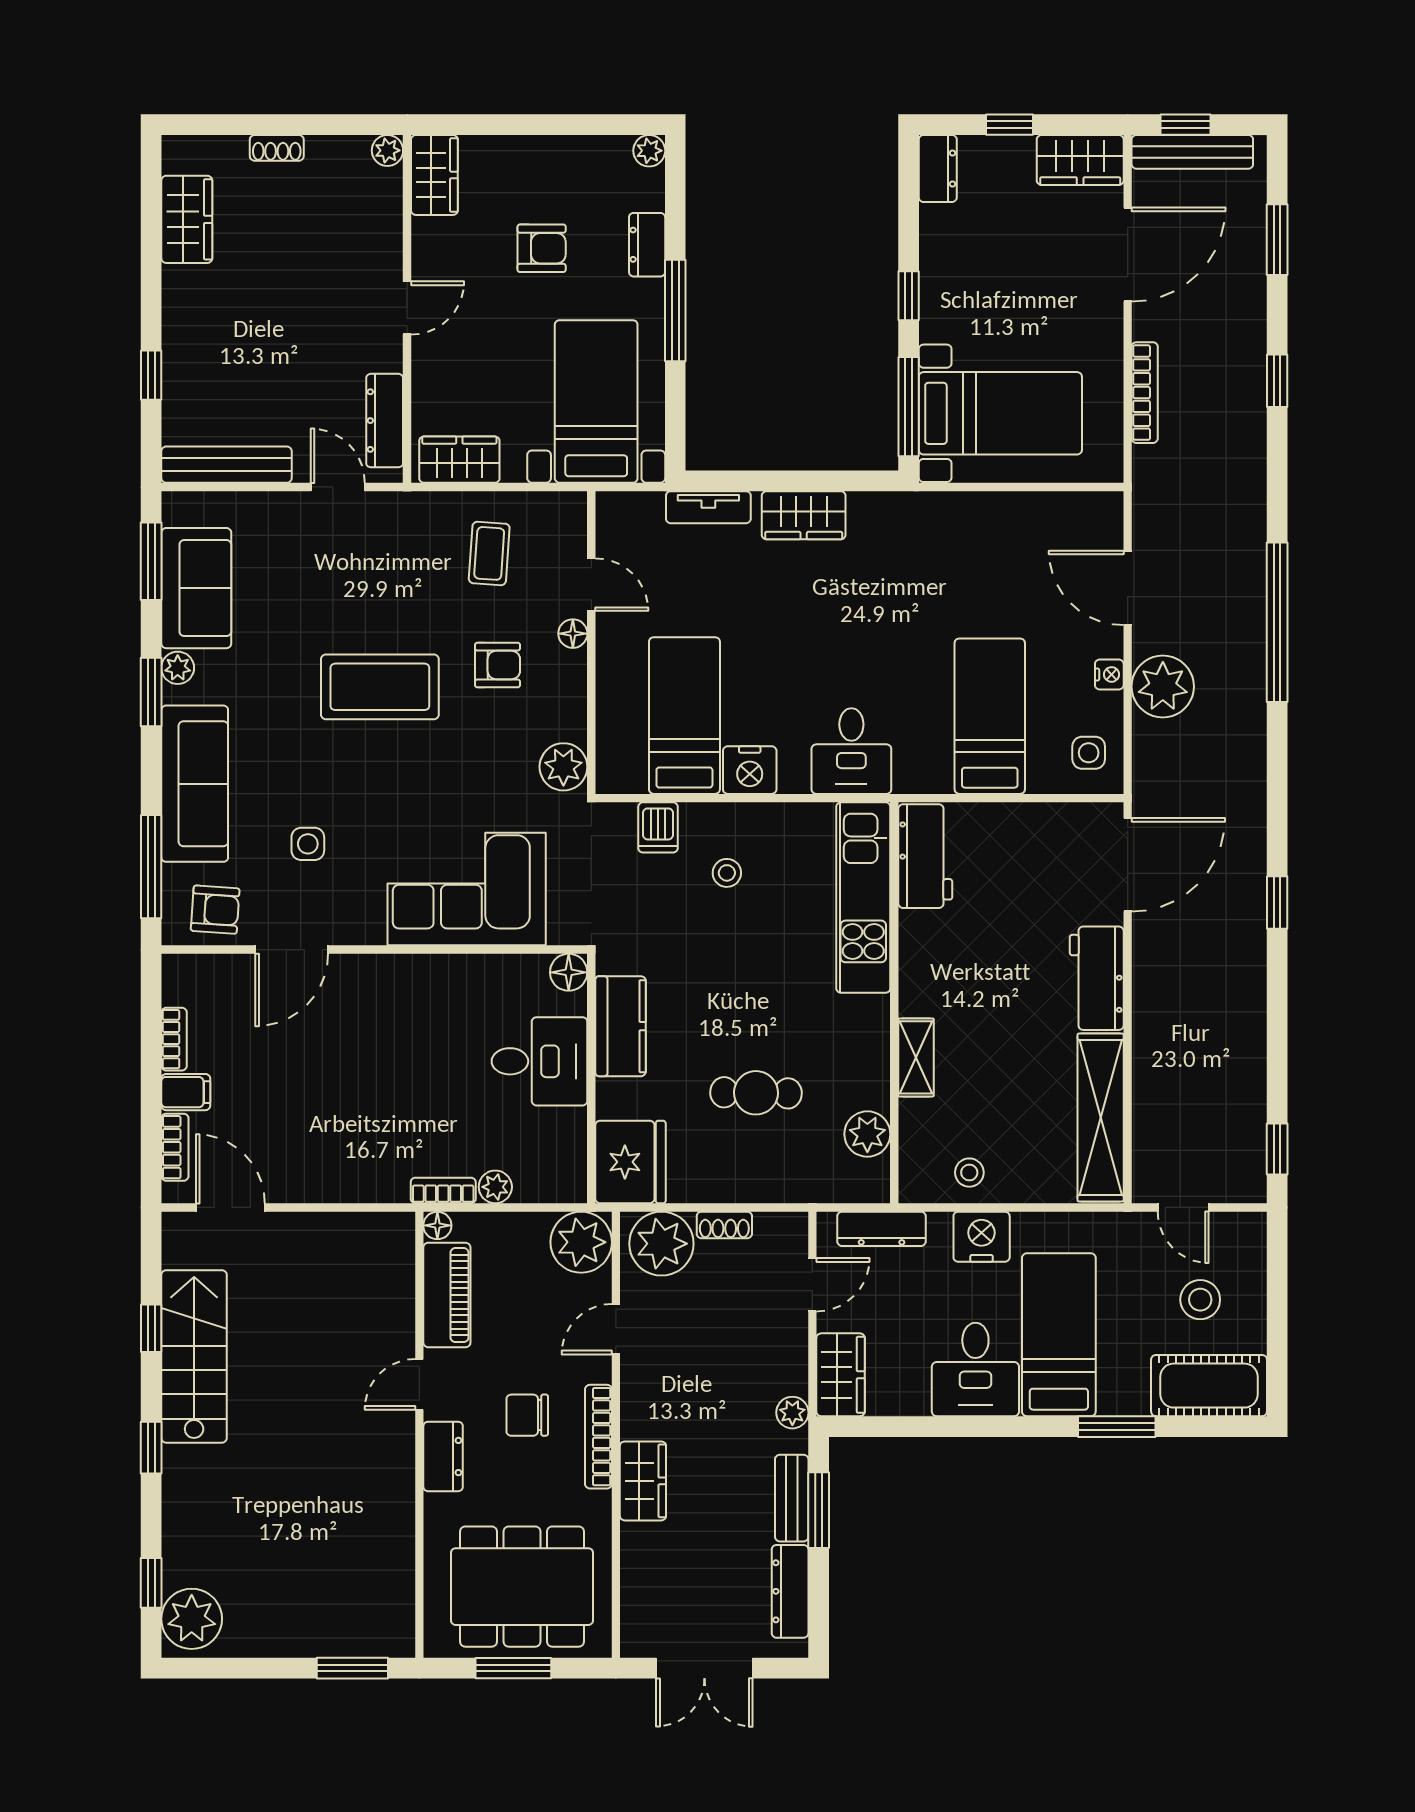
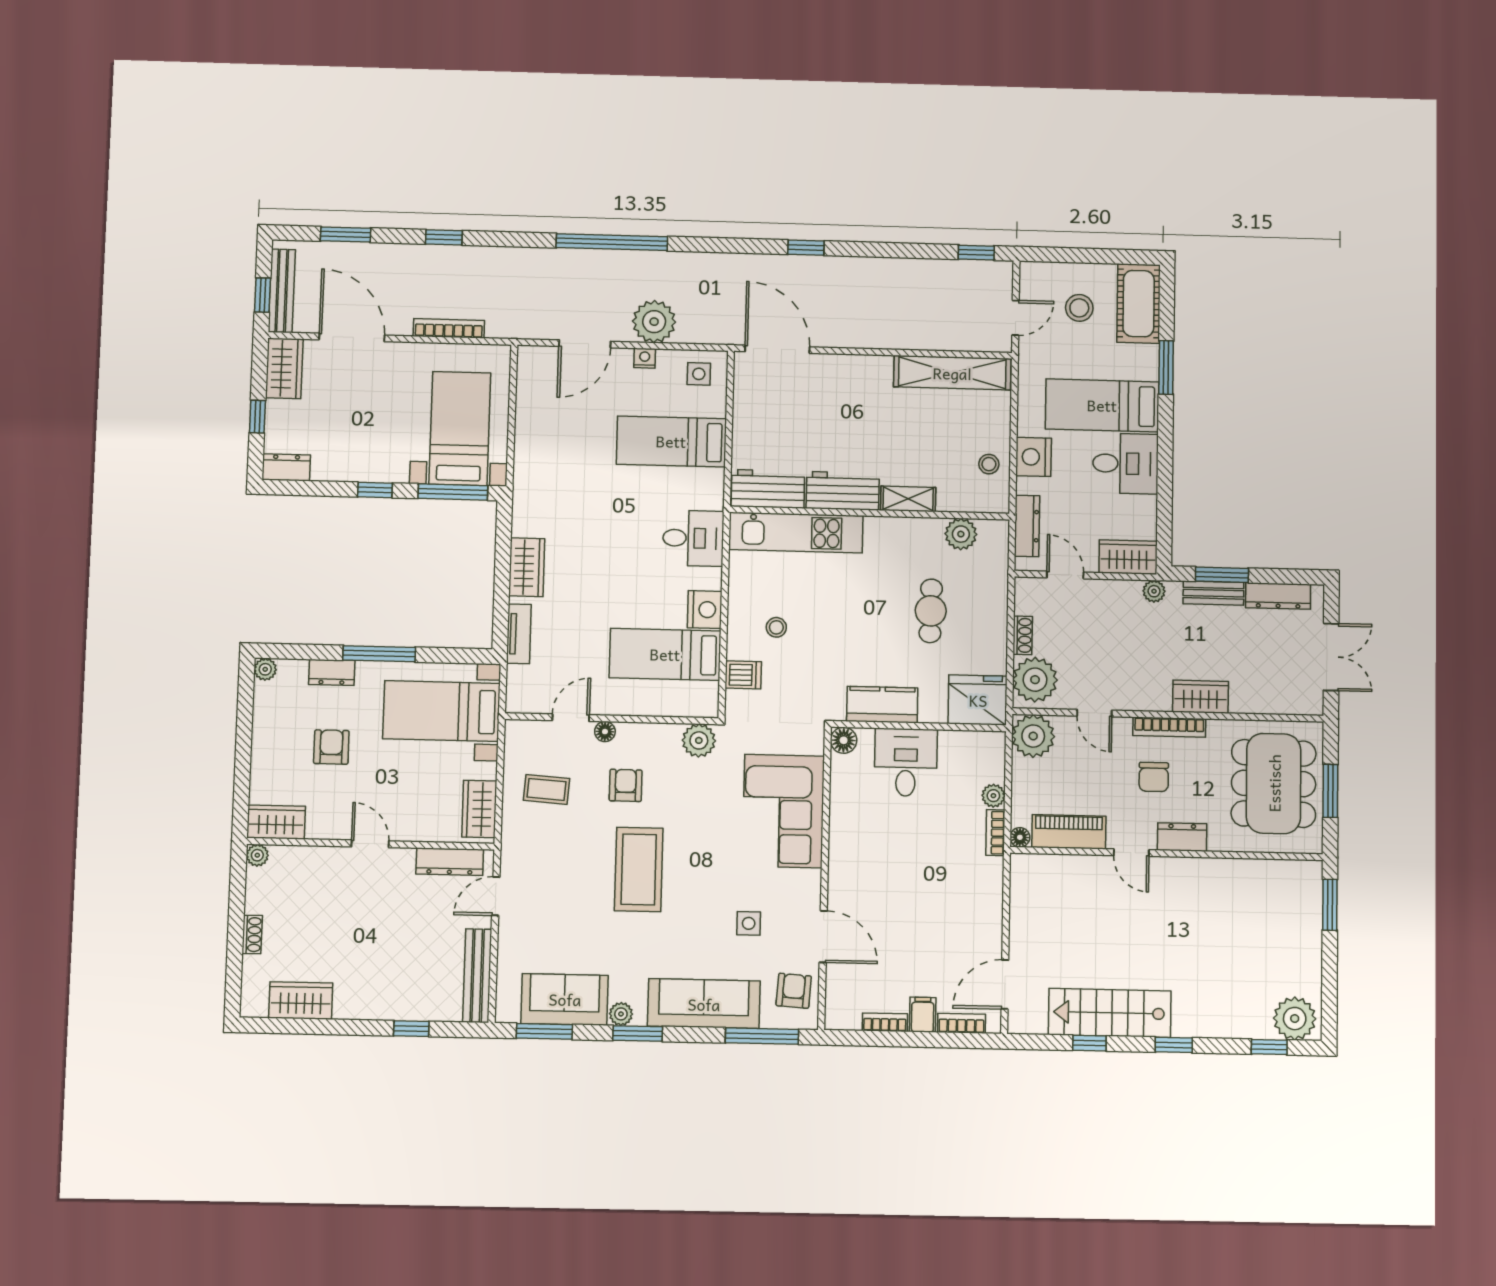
workbench: (1097, 978) -> (843, 491), moved, turned 180

